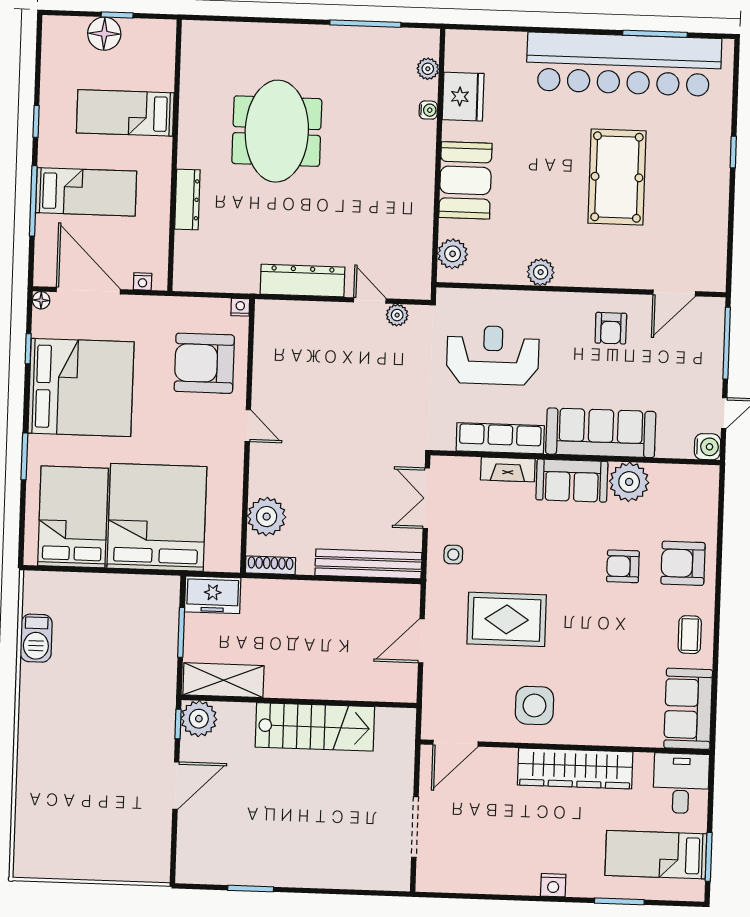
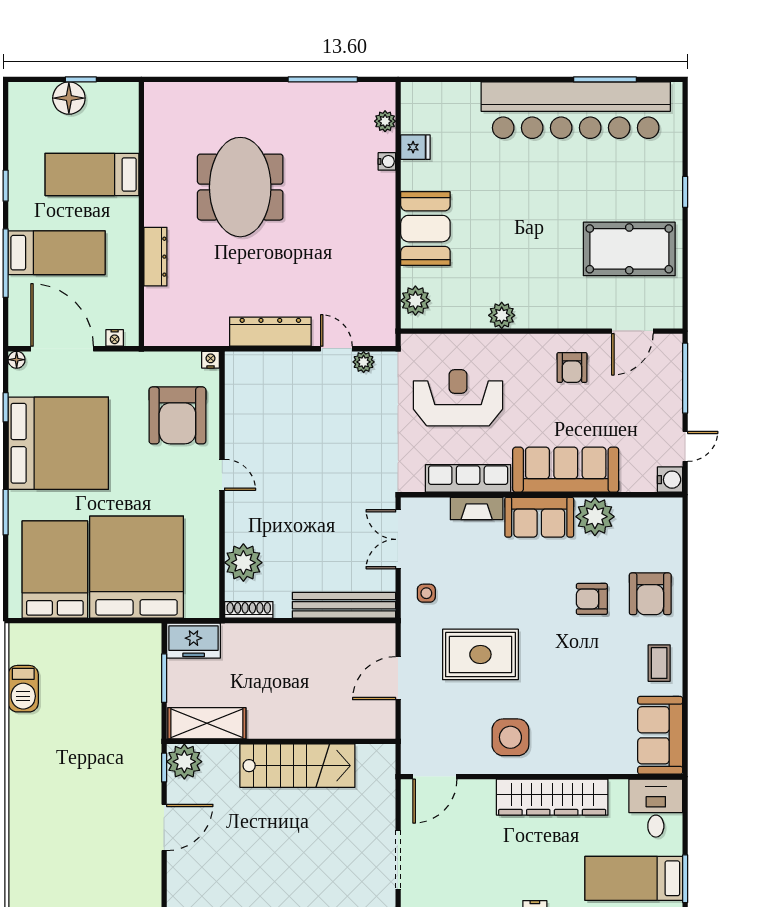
fridge: (463, 97) -> (415, 147), width x0.53, depth x0.75
pool table: (617, 177) -> (629, 249), moved, turned 90
armchair: (204, 363) -> (177, 415), turned -90
armchair: (683, 563) -> (650, 594), turned -90

